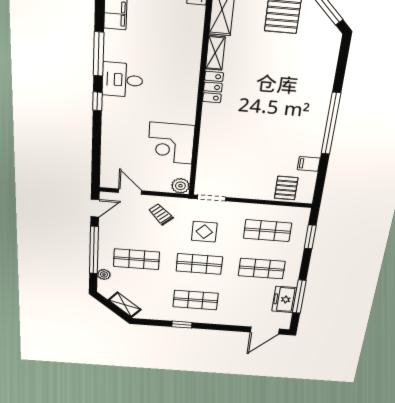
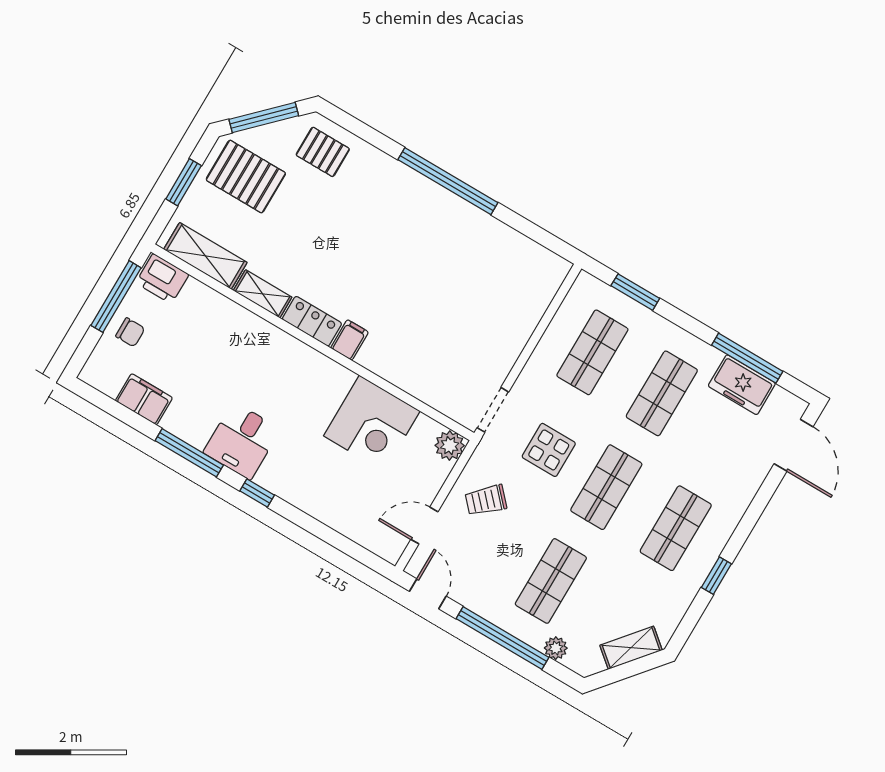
filing cabinet: (309, 164) -> (350, 340), moved, turned 180
pallet: (286, 188) -> (323, 152), moved

